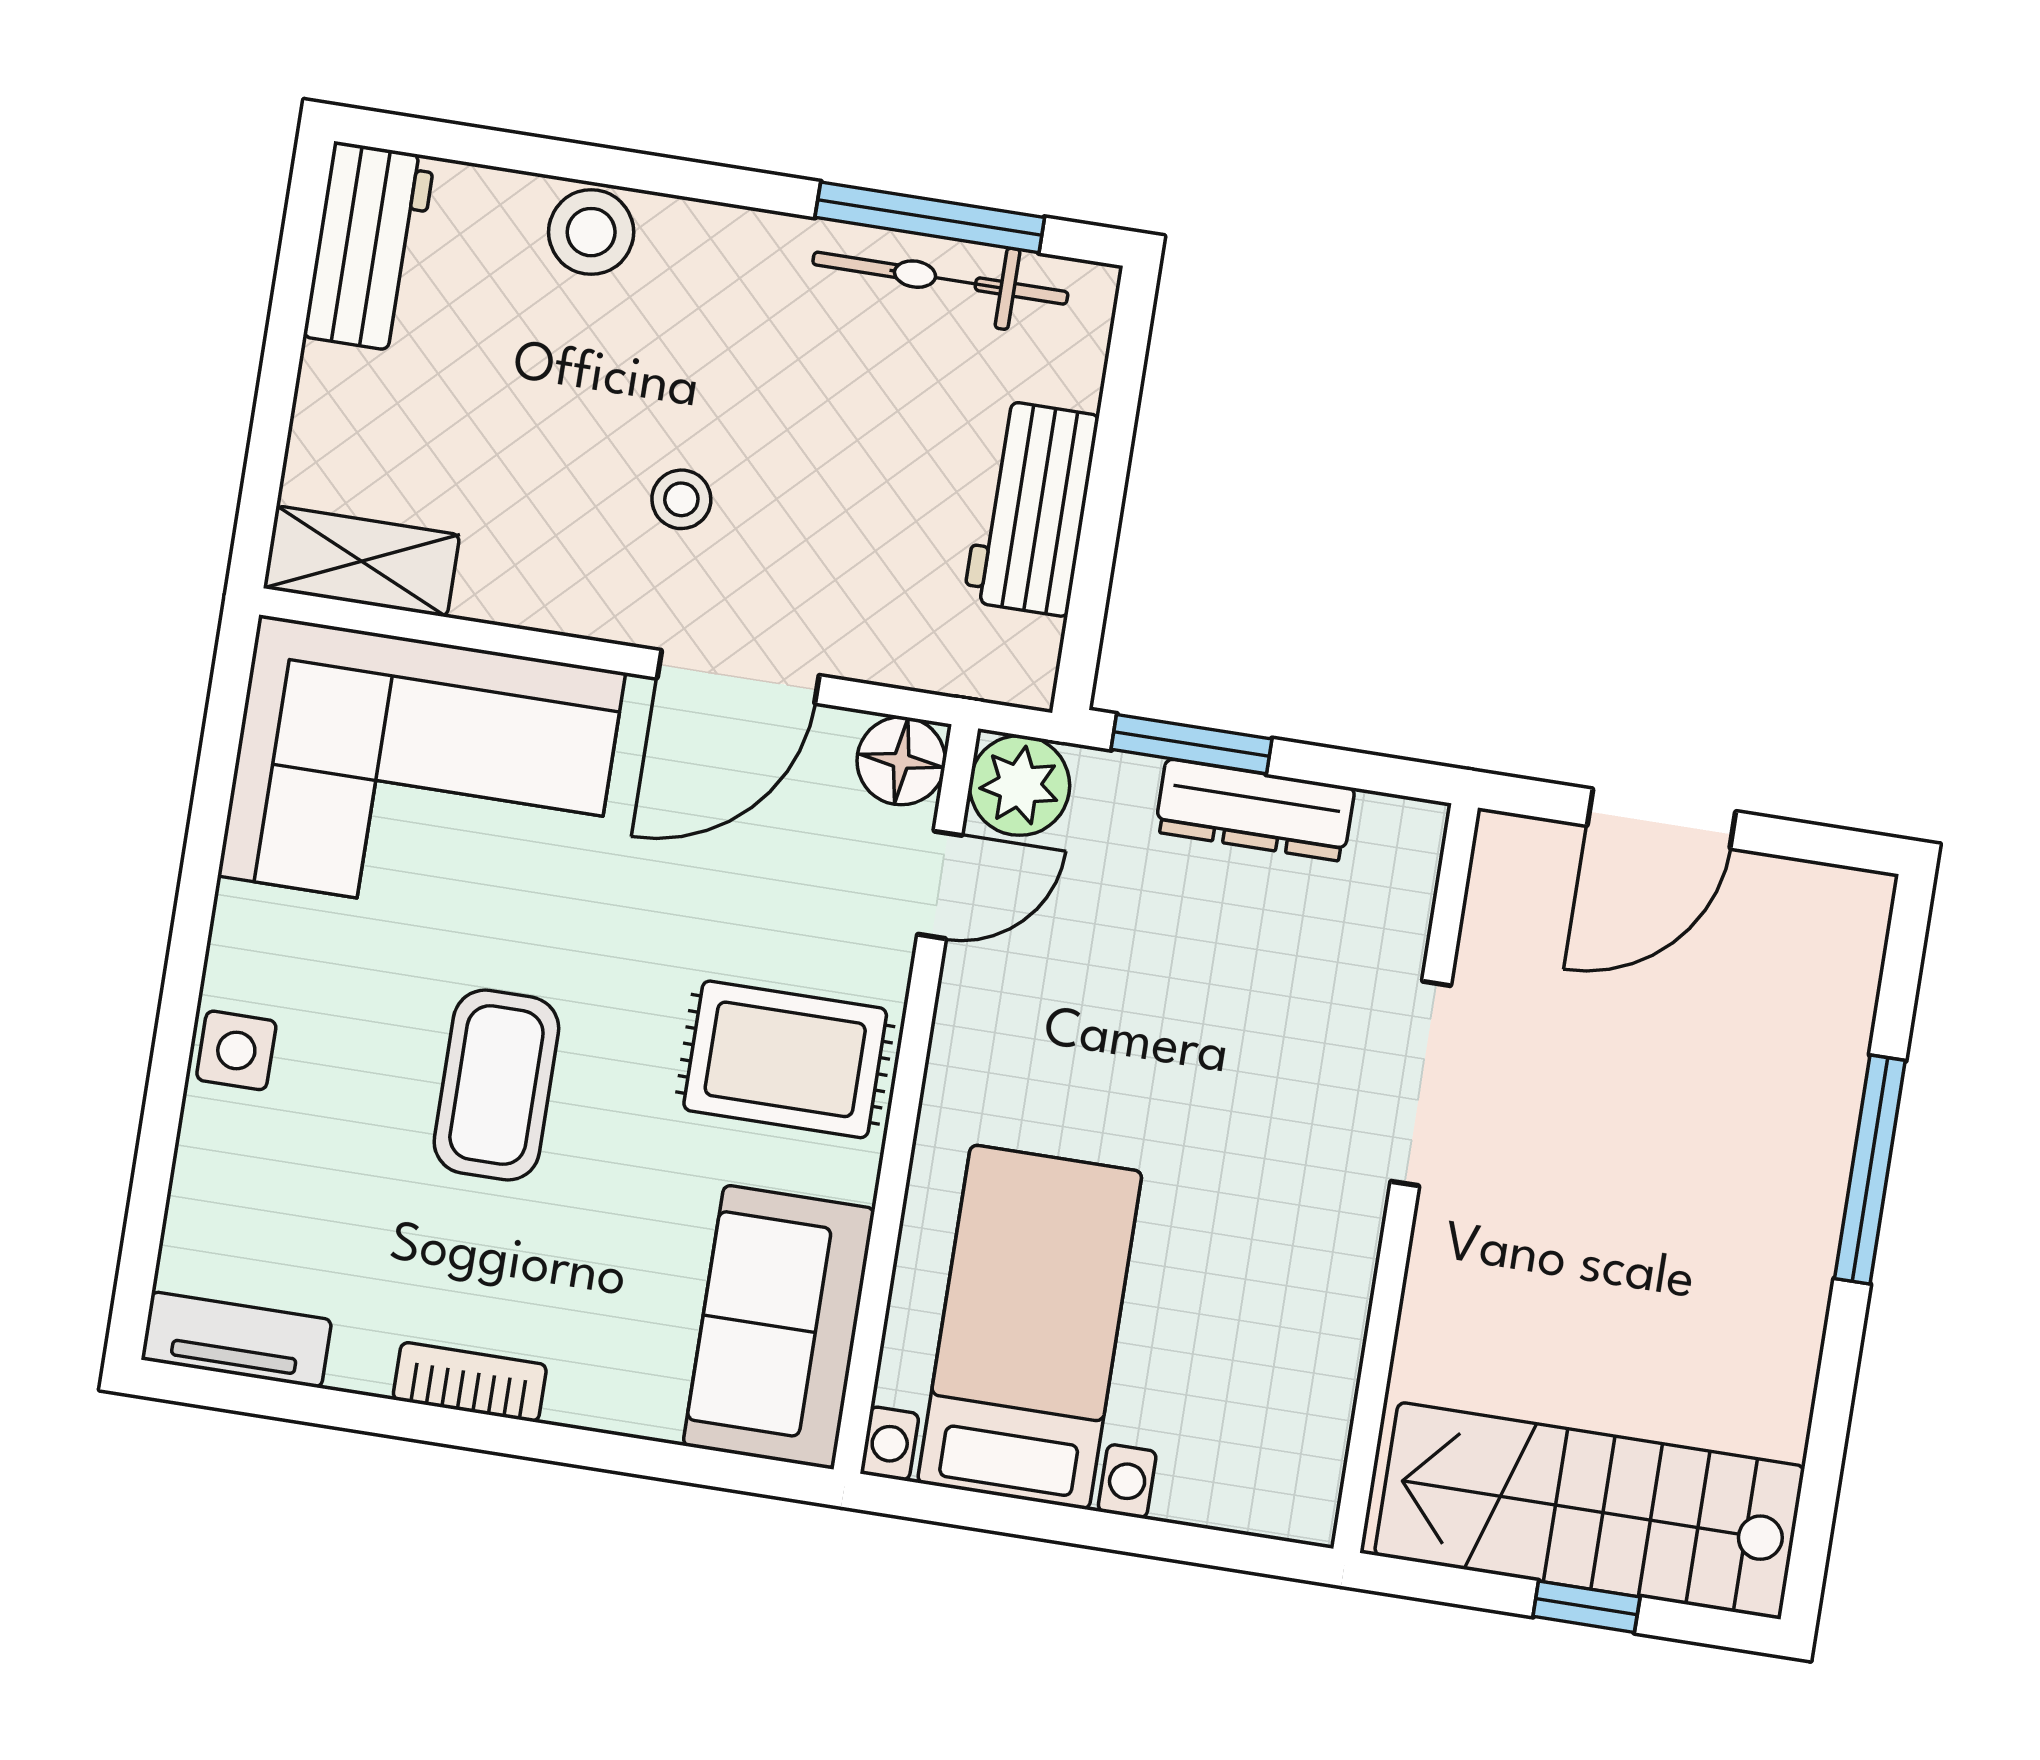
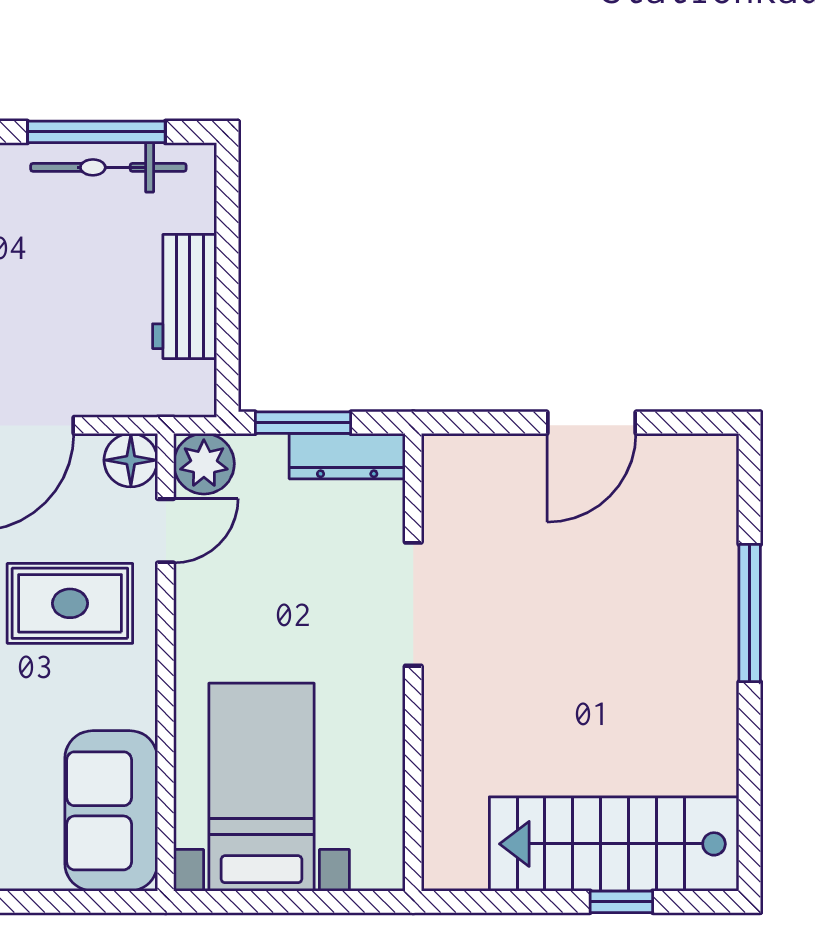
rug: (785, 1059) -> (70, 603), moved
doorway: (1421, 1083) -> (413, 604), moved
wall: (1406, 1178) -> (413, 662), moved

